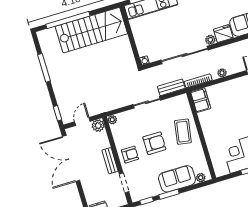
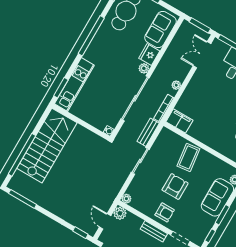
window: (44, 68) -> (23, 199), moved
coffee table: (183, 132) -> (188, 157), turned 74
armchair: (130, 155) -> (165, 212), turned 90

